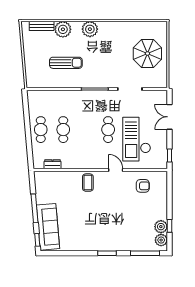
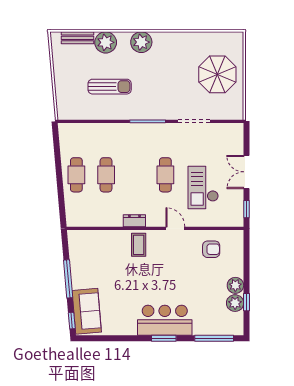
double door: (169, 117) -> (246, 172), moved
checkout: (137, 139) -> (203, 187), width x0.73, depth x0.83
dresser: (52, 164) -> (134, 221), moved
sofa: (48, 227) -> (87, 311), width x0.73
bar counter: (108, 240) -> (165, 320), added
plant: (161, 240) -> (235, 285), moved

